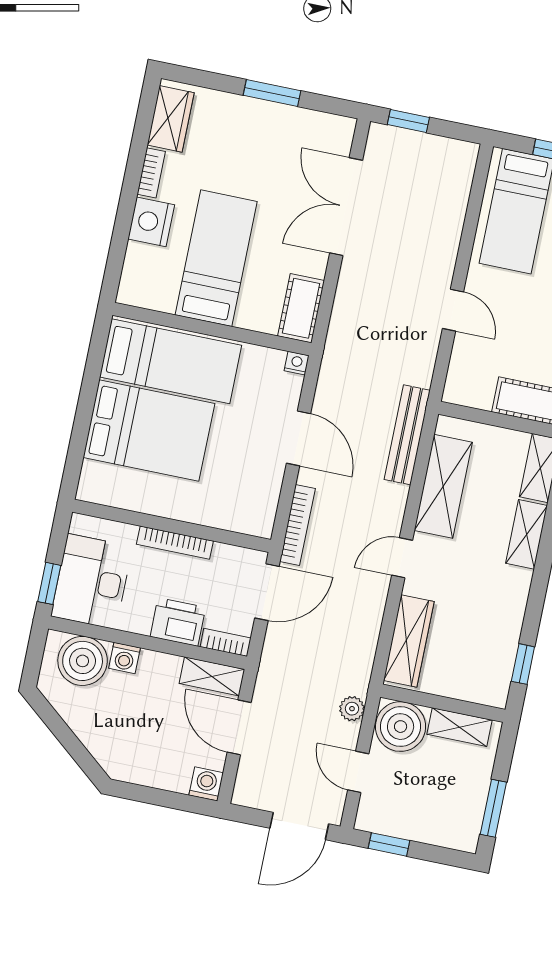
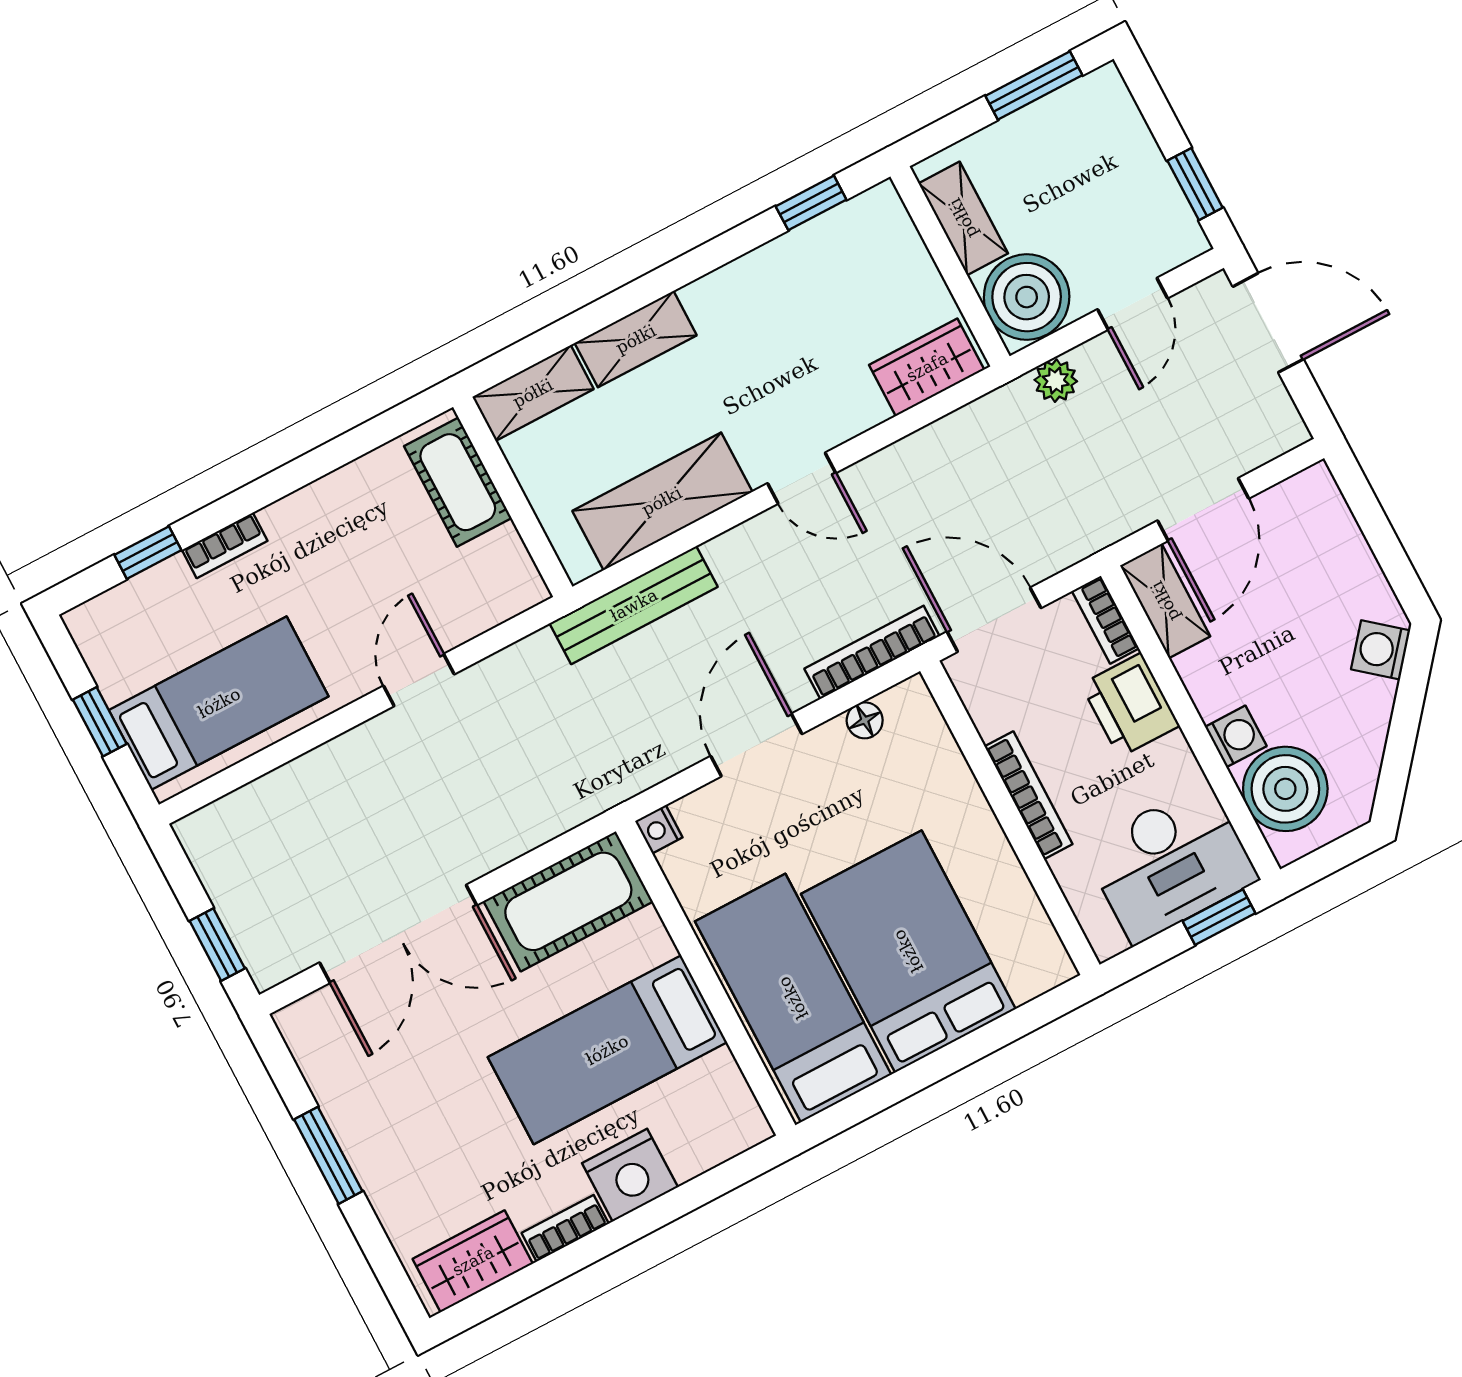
cot: (301, 308) -> (568, 901), width x1.37, depth x1.34
floor lamp: (269, 496) -> (865, 720), added
wardrobe: (409, 641) -> (927, 367), width x0.67
washing machine: (206, 784) -> (1381, 650), moved, turned 39

